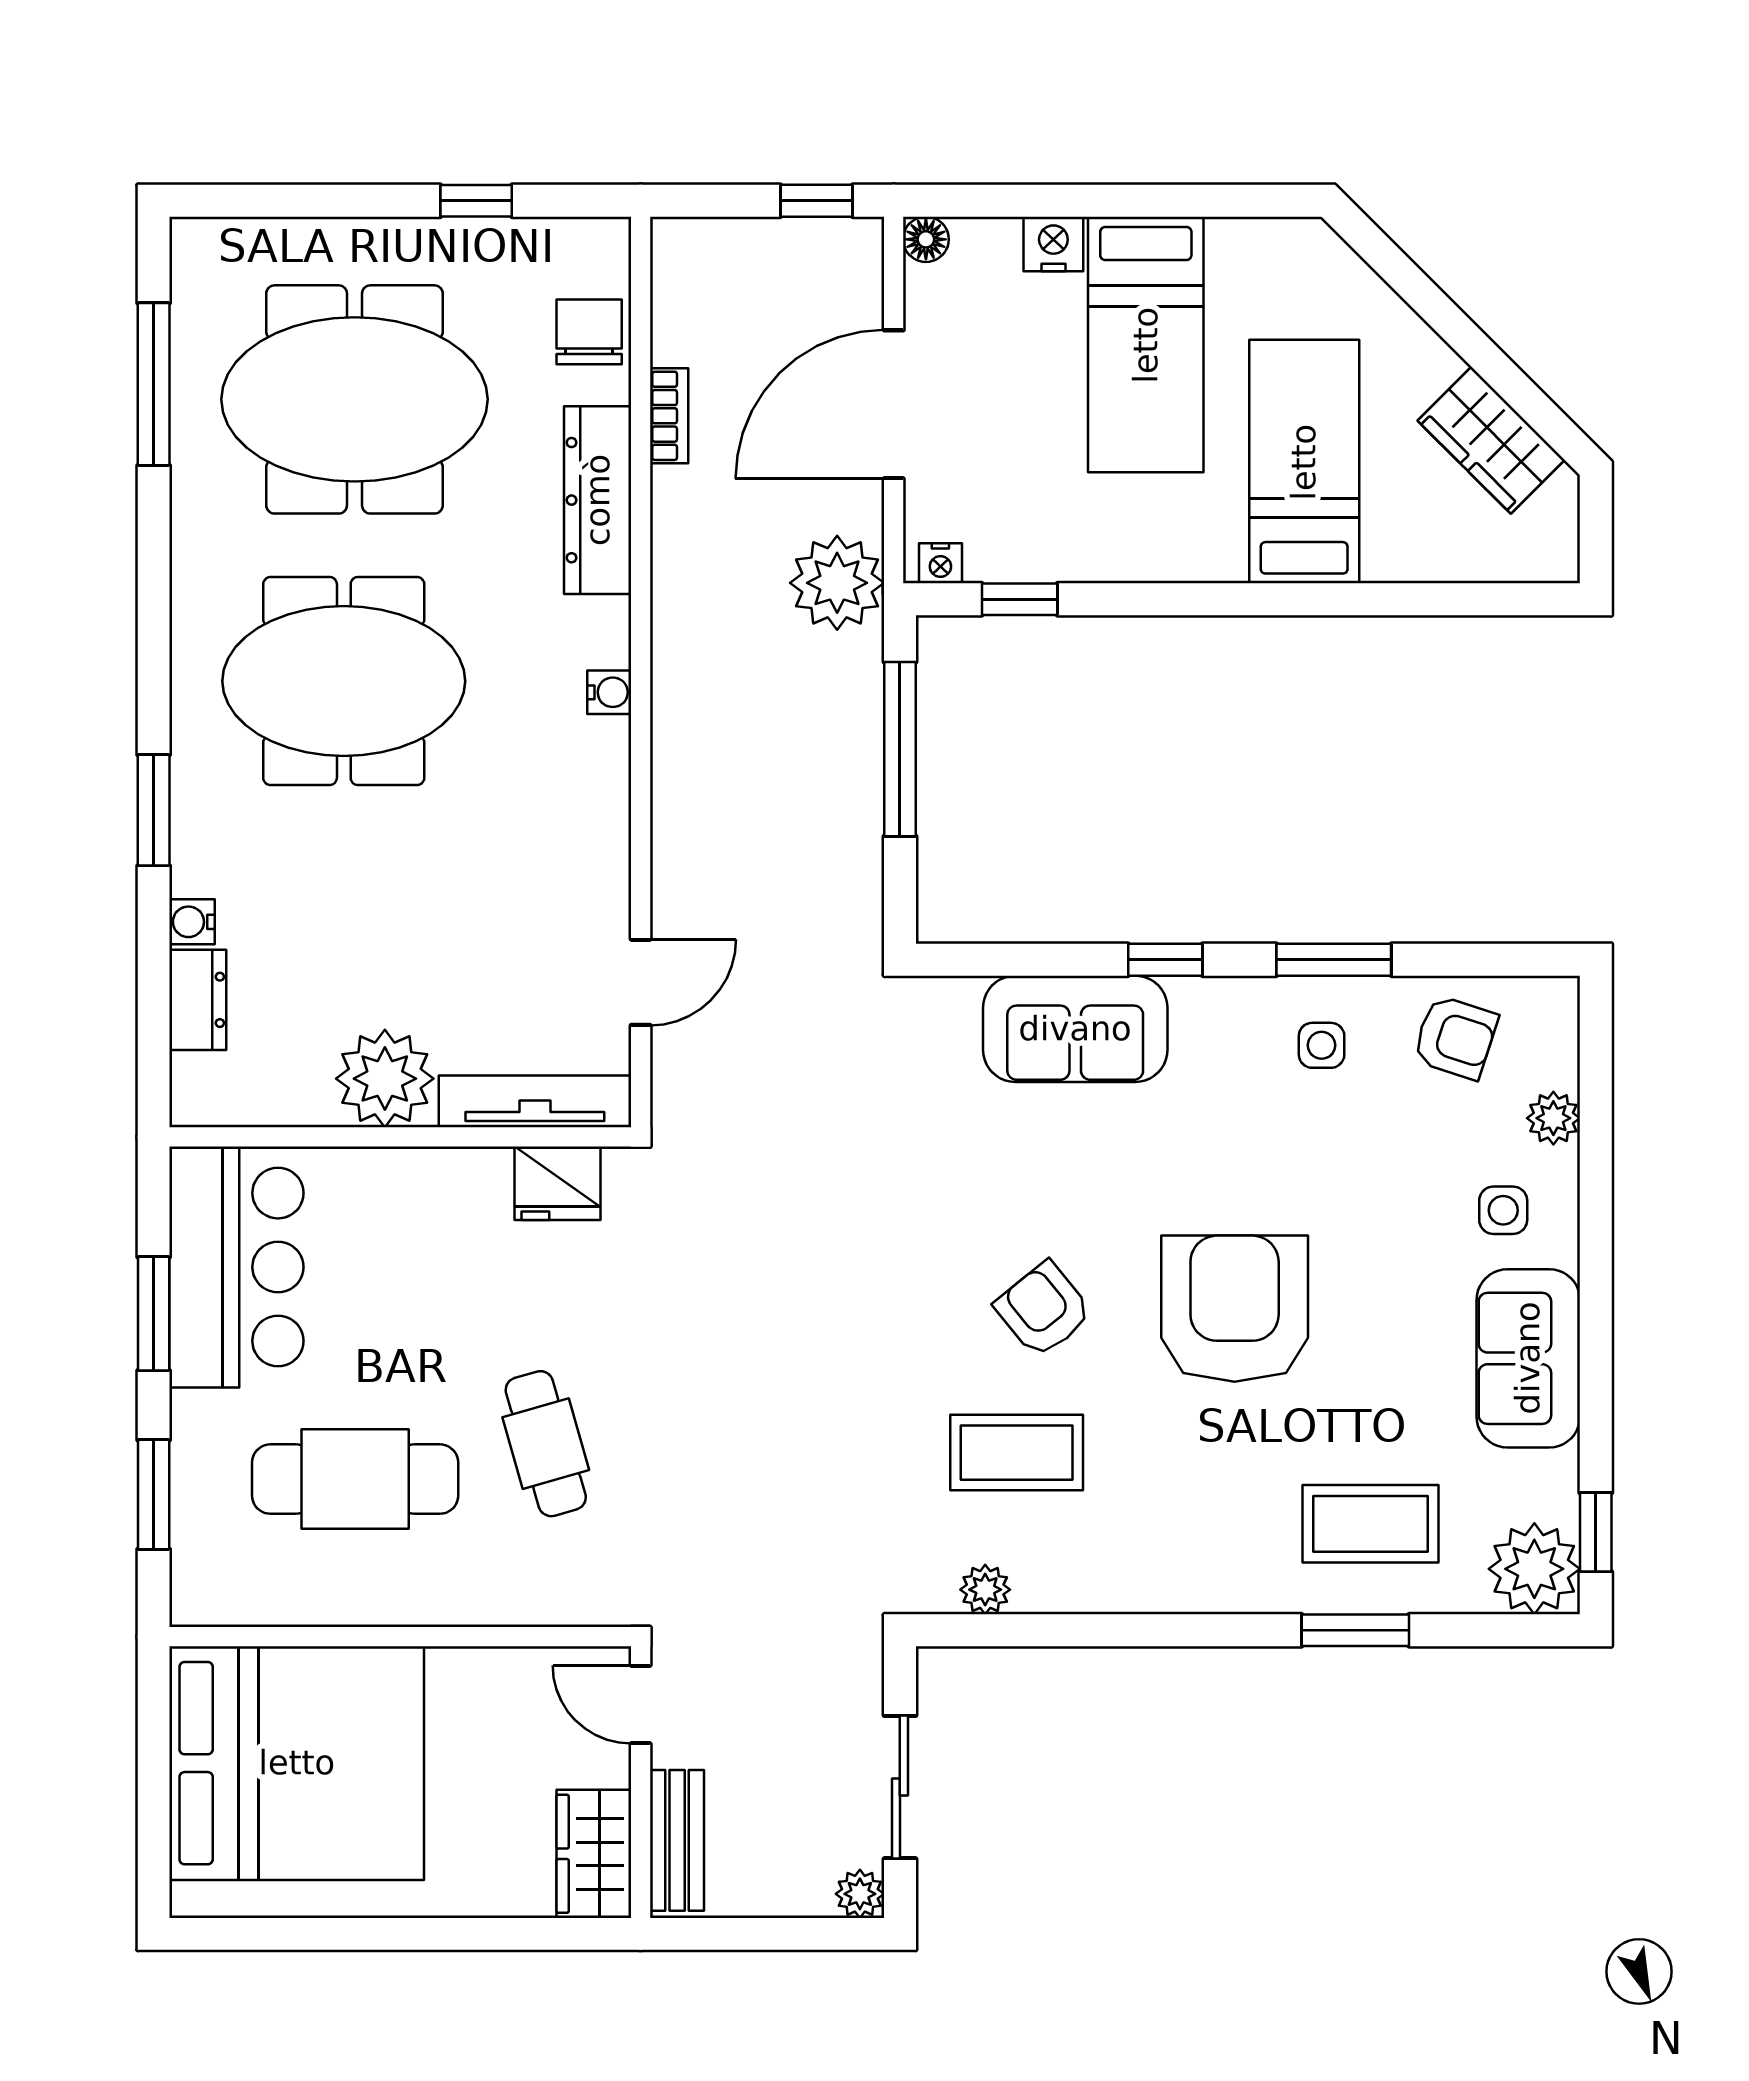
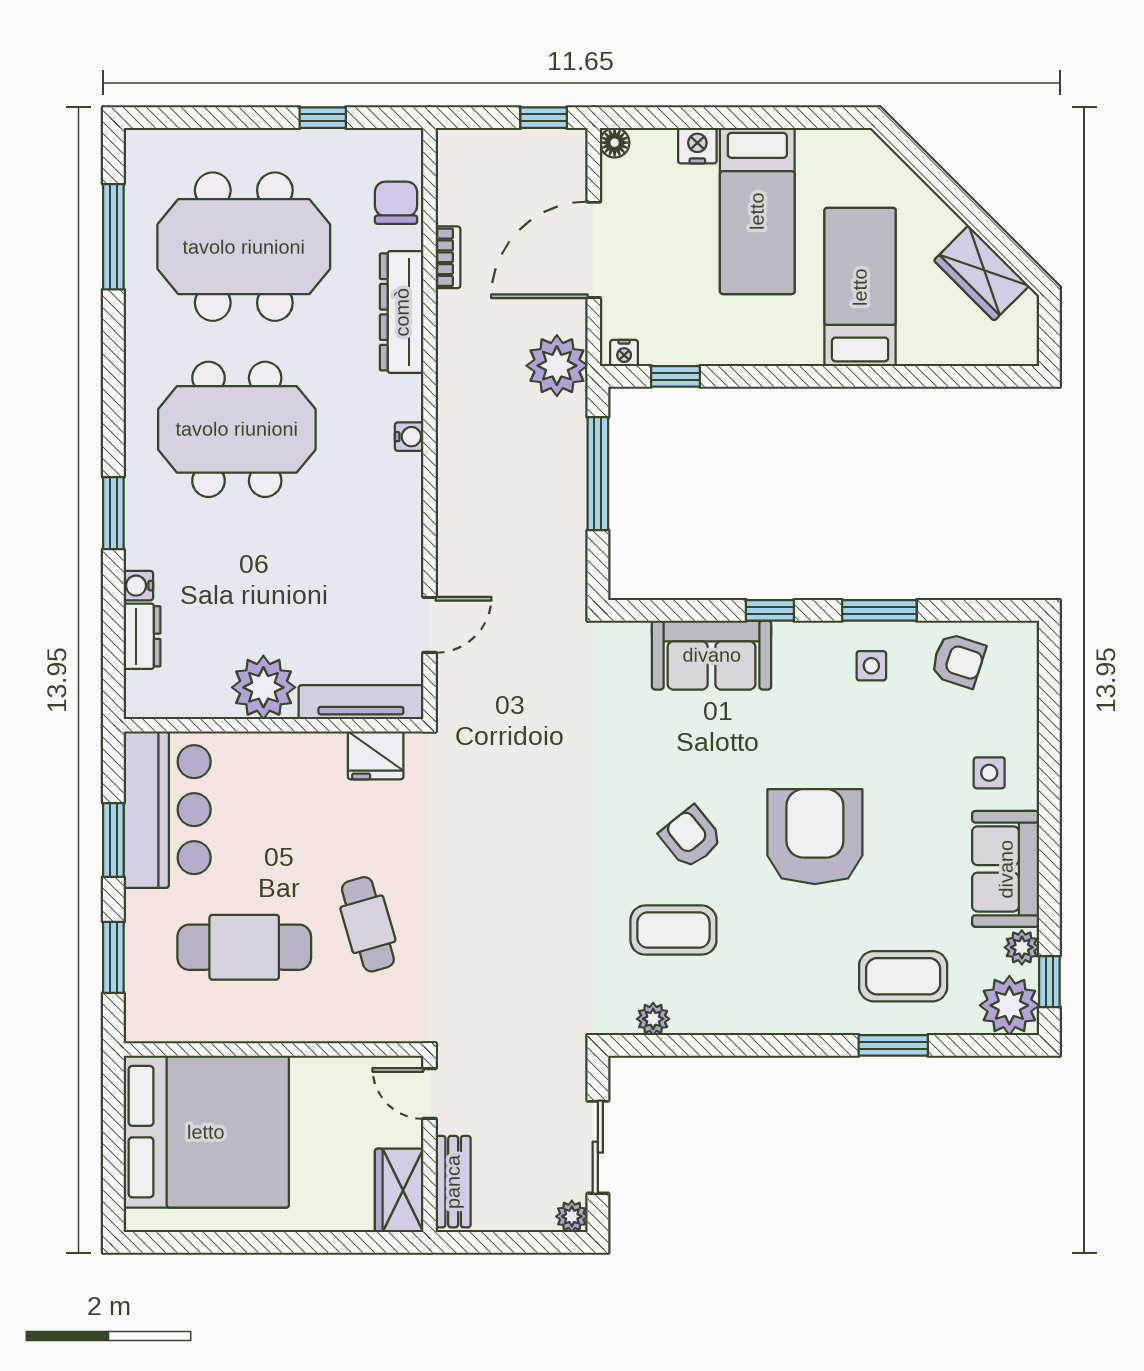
plant: (1553, 1118) -> (1022, 947), moved

